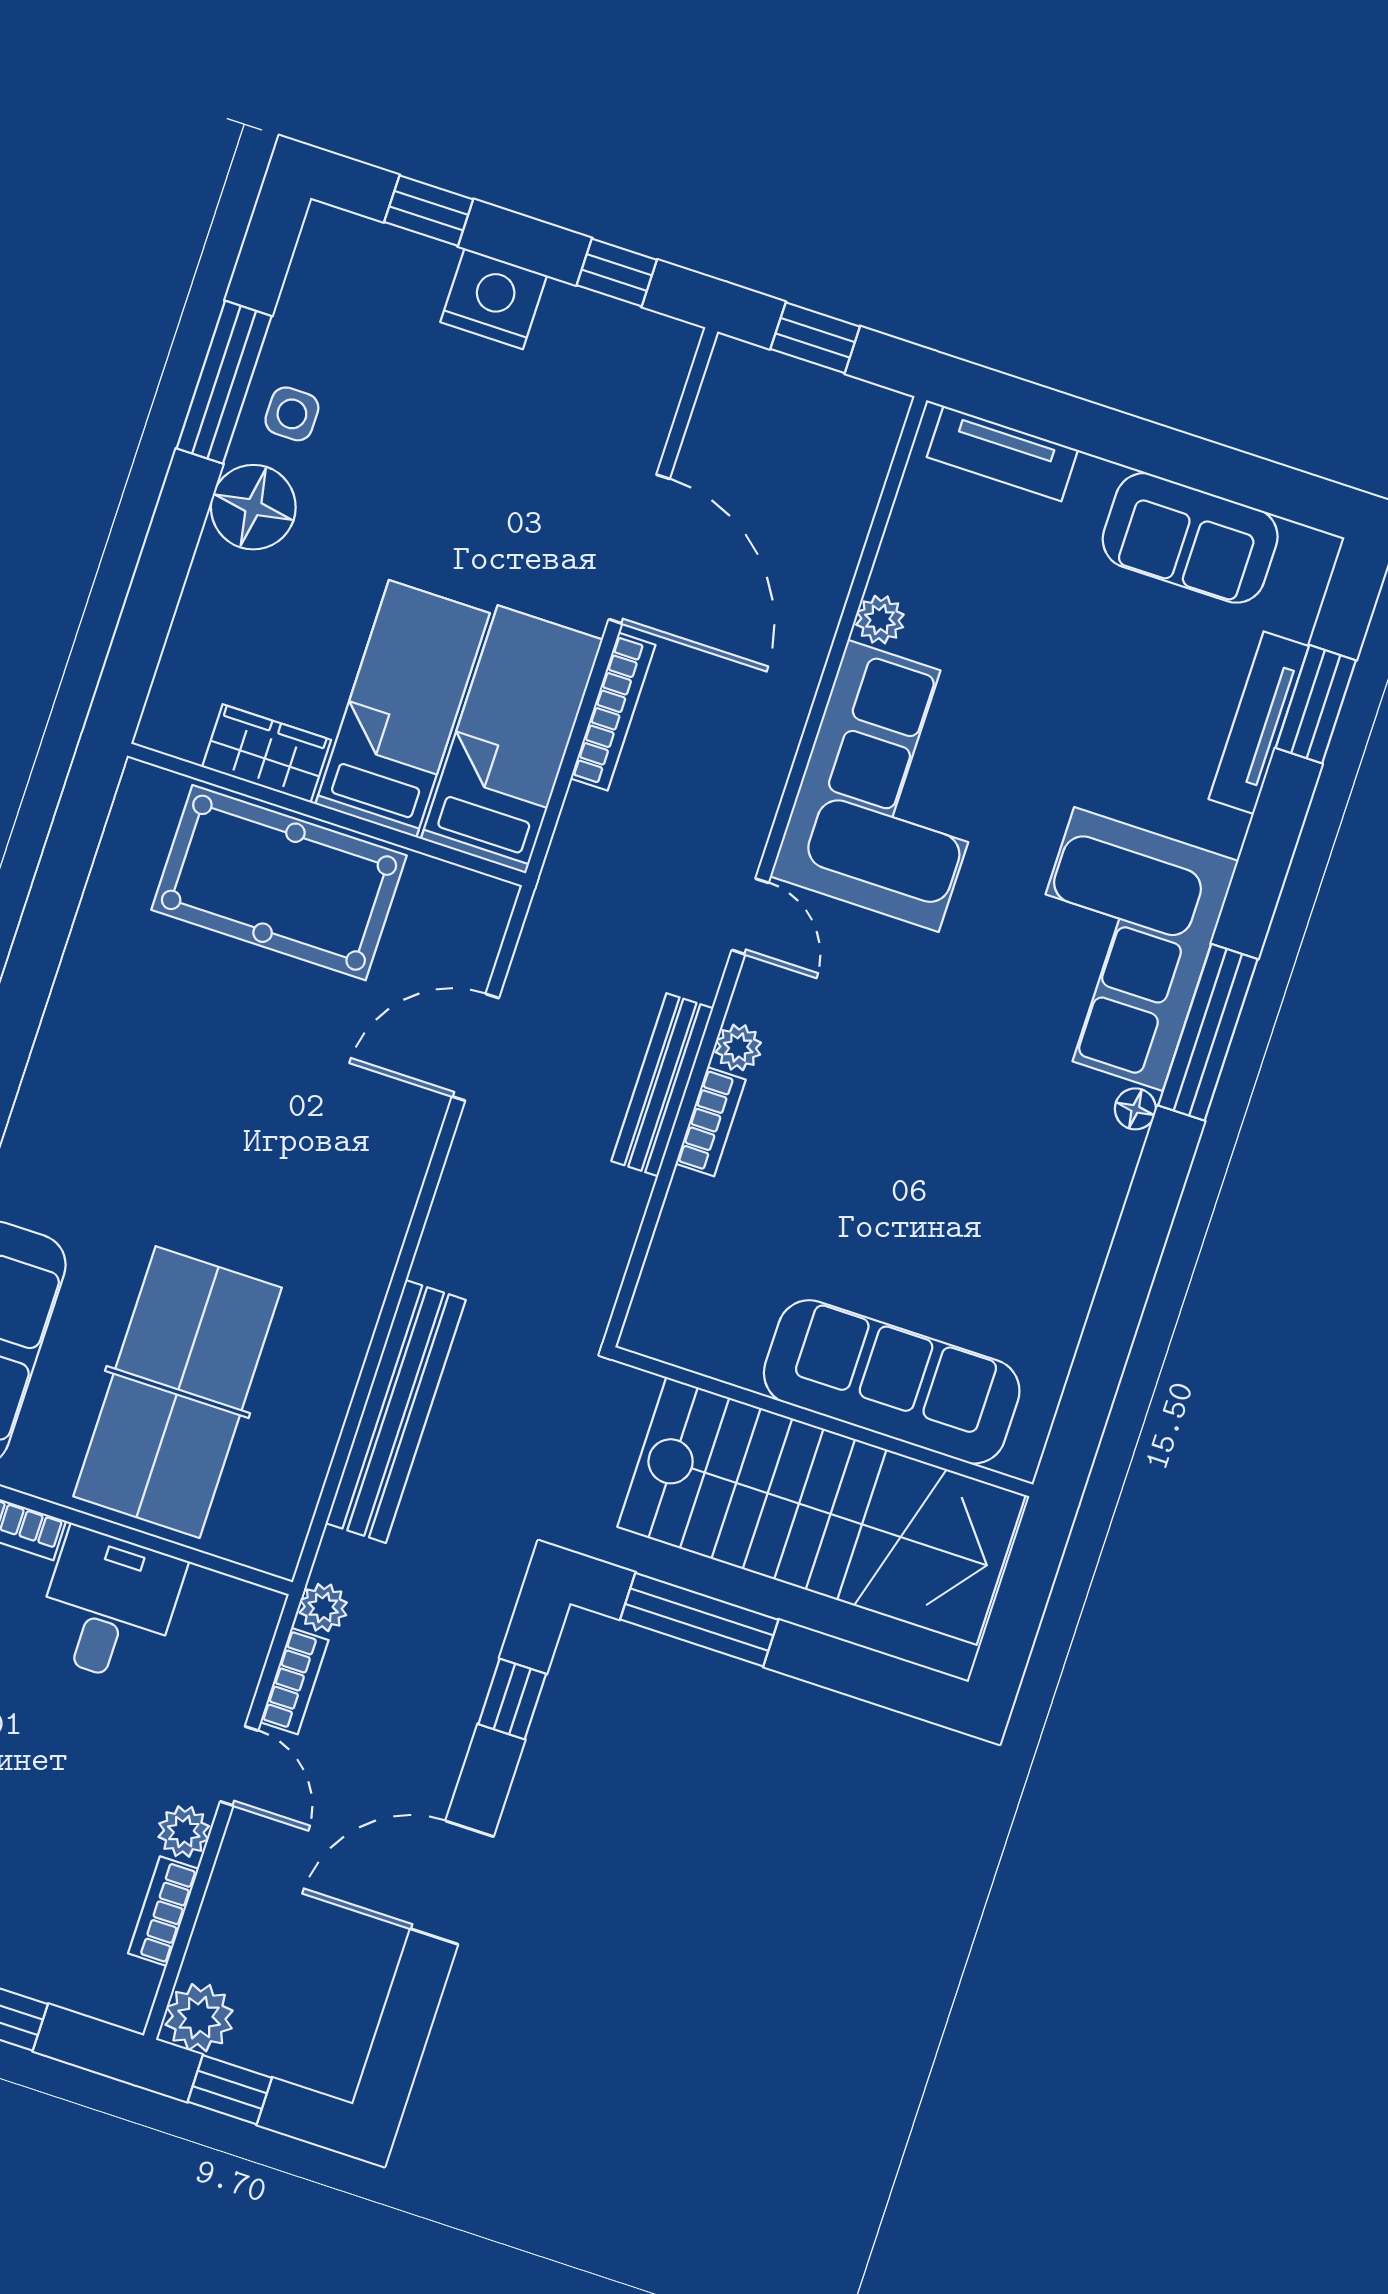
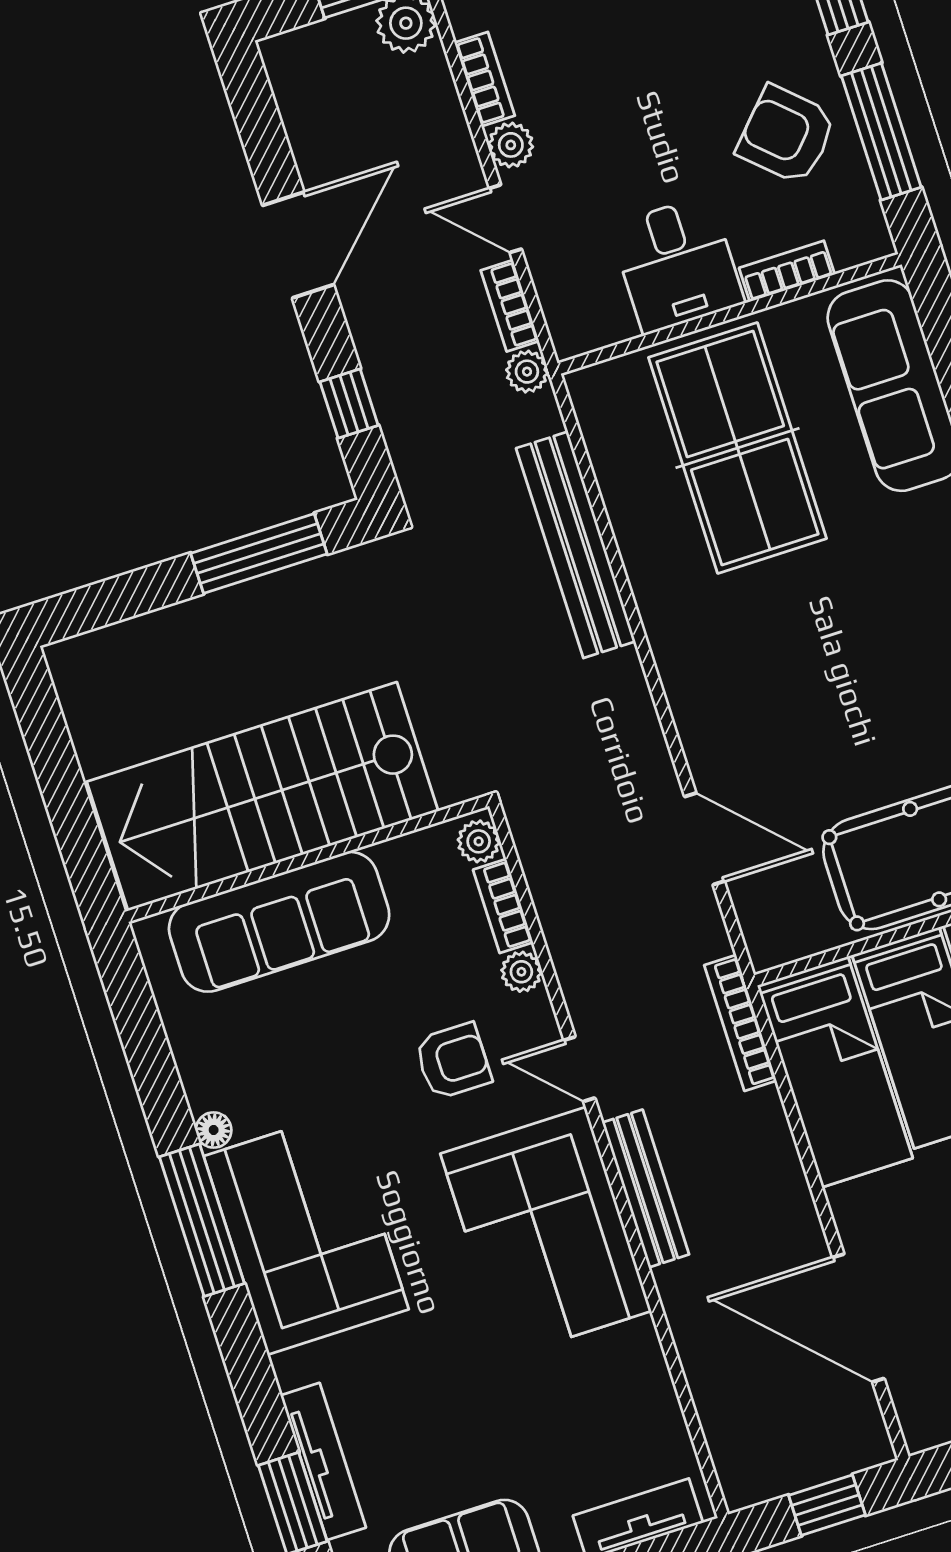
door: (639, 549) -> (858, 1318), moved
plant: (880, 620) -> (479, 841), moved
bookcase: (613, 712) -> (740, 1023), moved
armchair: (863, 1010) -> (453, 1061), added
door: (475, 1047) -> (705, 839), hinge flipped
bench: (662, 1085) -> (646, 1188), moved
sofa: (892, 1382) -> (279, 922), moved
wall: (822, 1422) -> (307, 859), moved
stairs: (822, 1511) -> (263, 796), moved

